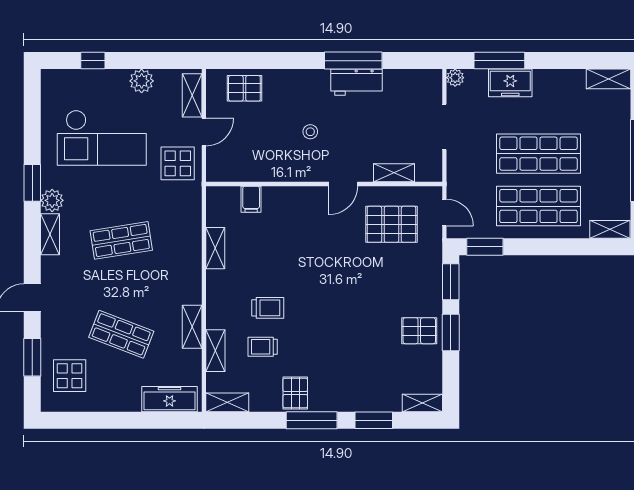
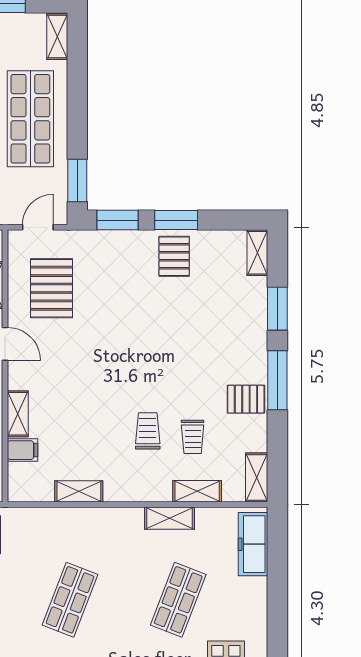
shelving: (283, 195) -> (18, 414), added
shop shelf: (121, 240) -> (70, 600), turned 30

